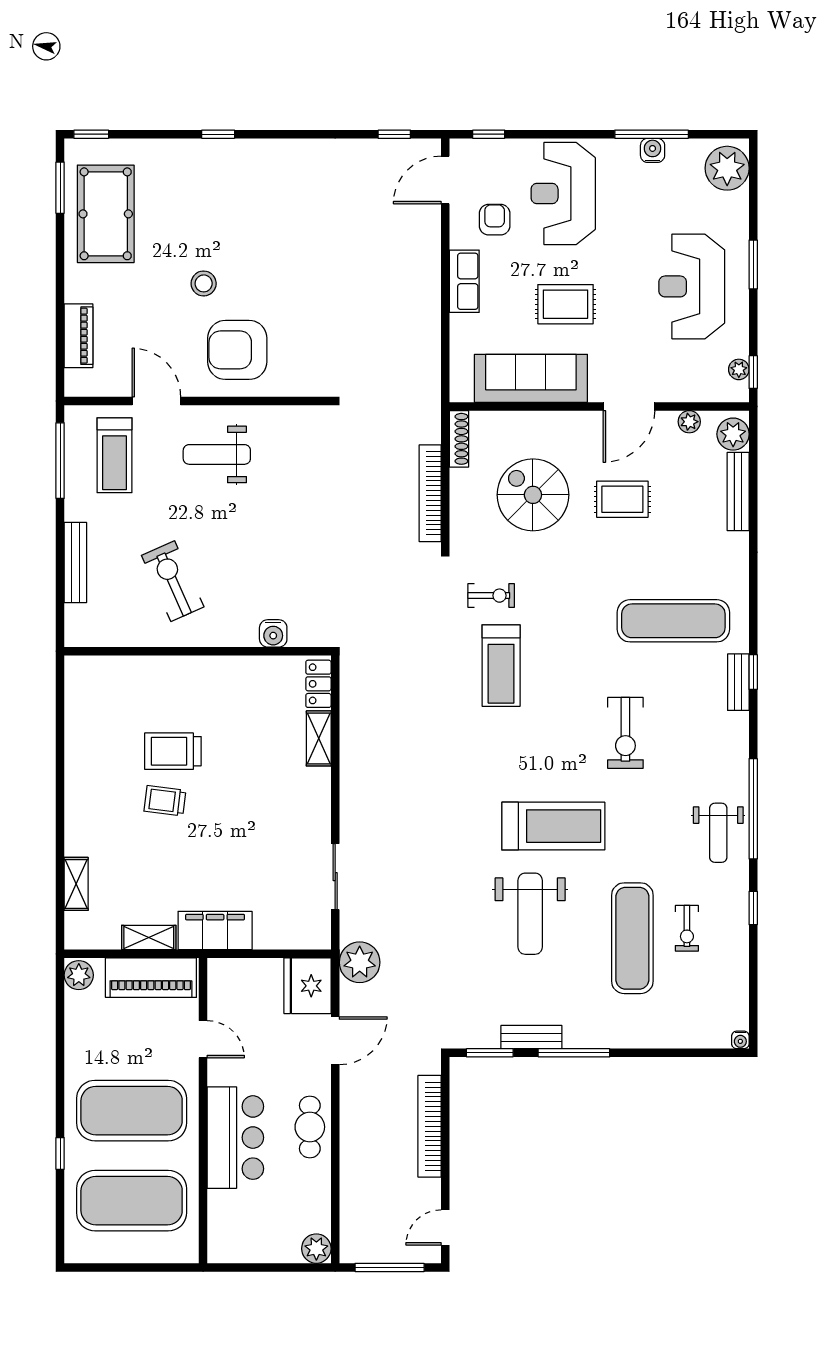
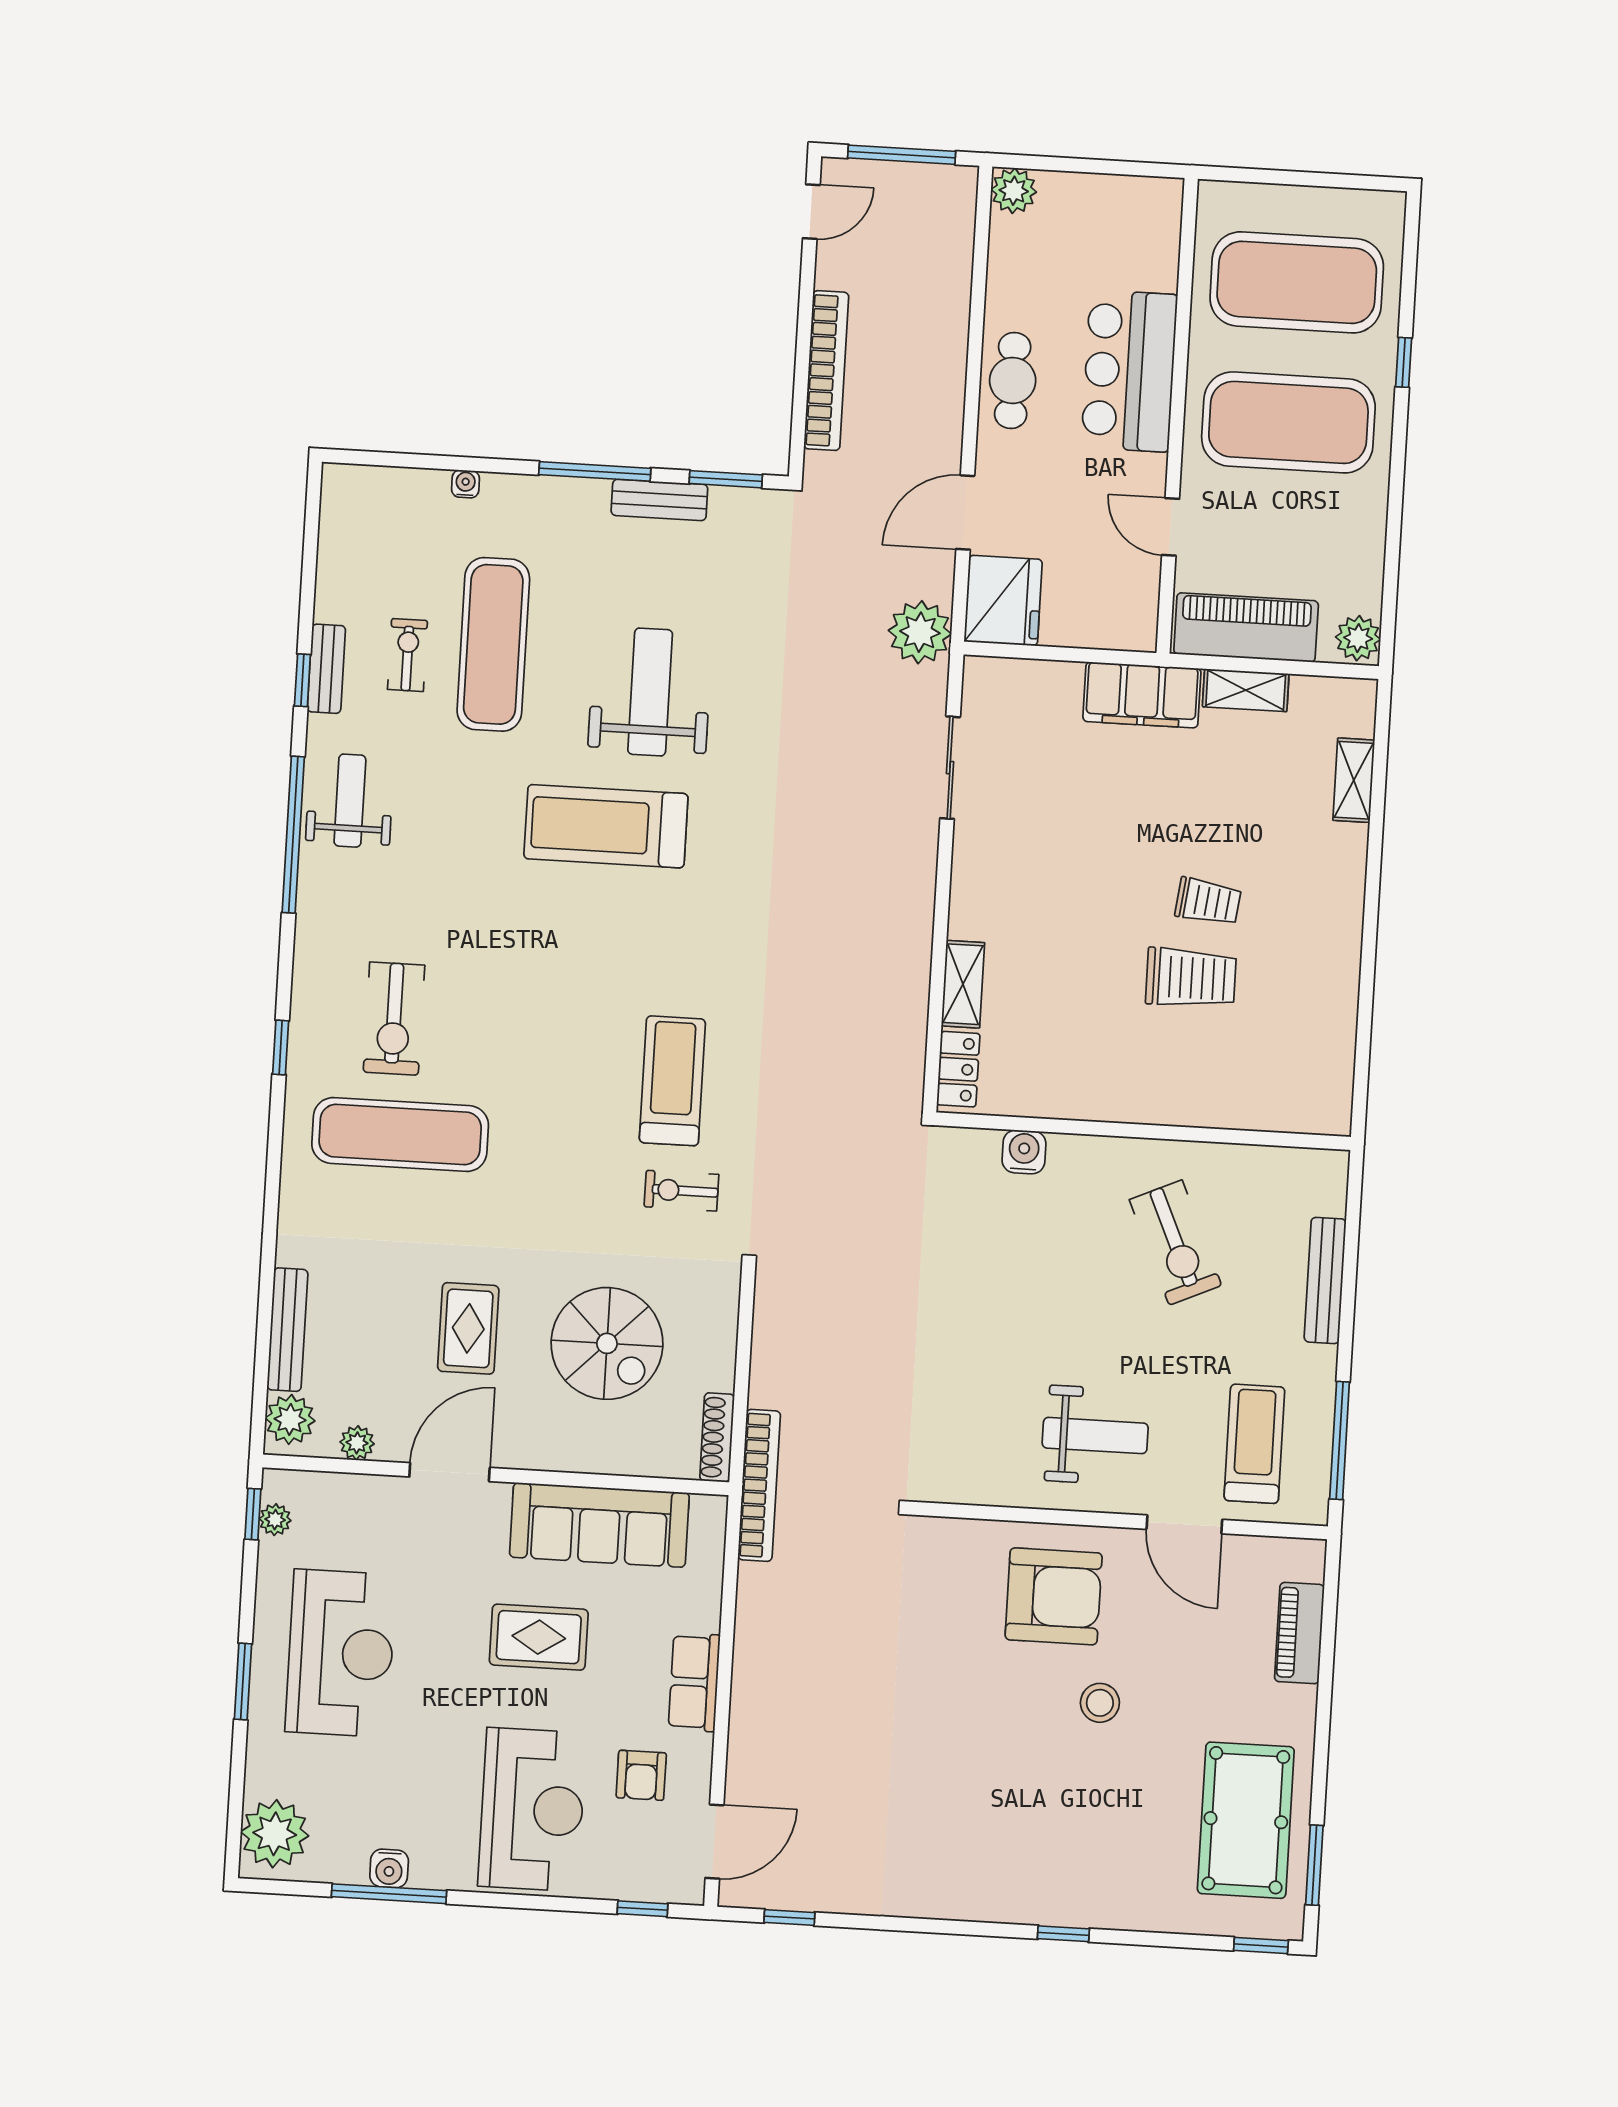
bookcase: (430, 493) -> (759, 1485), moved
rug: (622, 499) -> (468, 1328), turned 90
bench: (738, 682) -> (326, 669), moved
exercise bike: (625, 733) -> (394, 1019), moved, turned 180
water cooler: (740, 1040) -> (465, 484), moved

